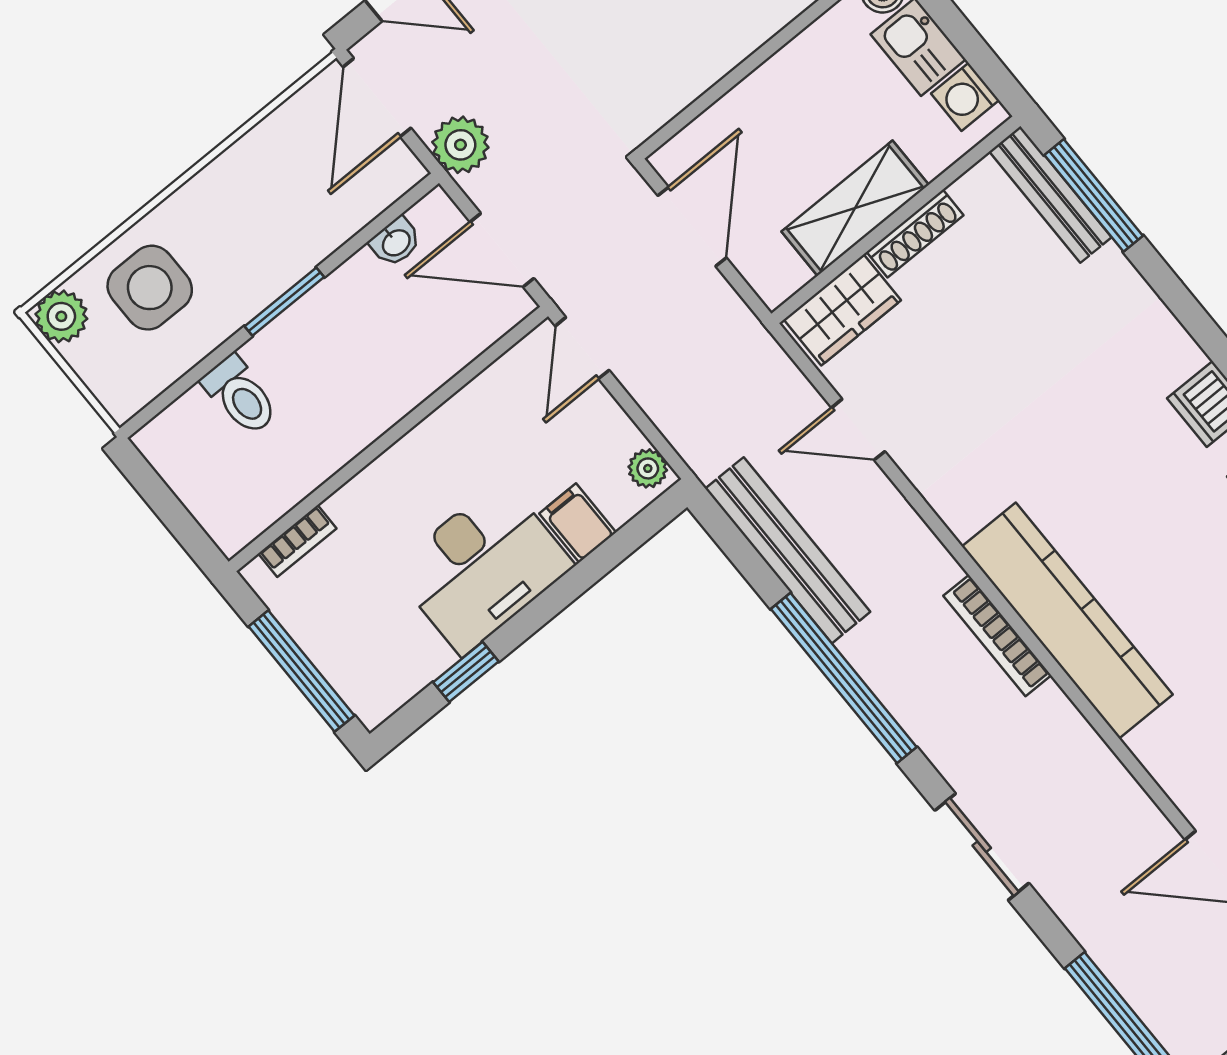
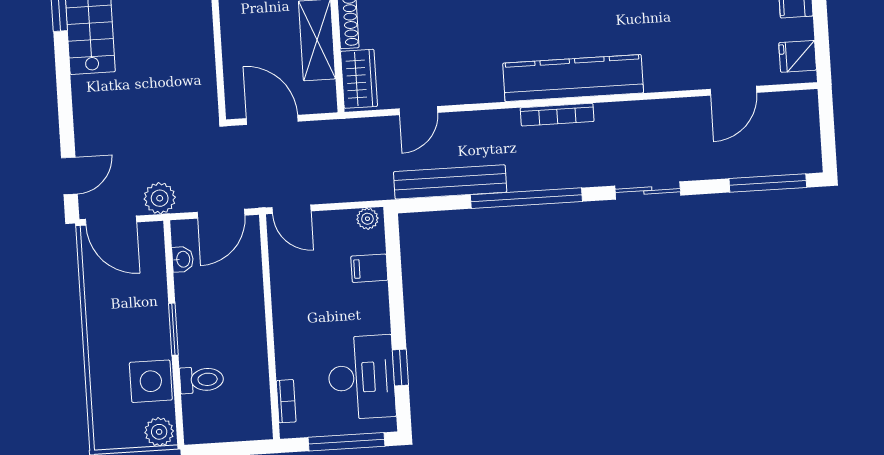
side table: (150, 288) -> (151, 381), moved
plant: (61, 316) -> (159, 432), moved
desk: (482, 567) -> (361, 377), moved

